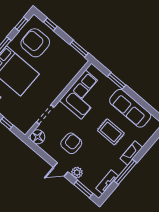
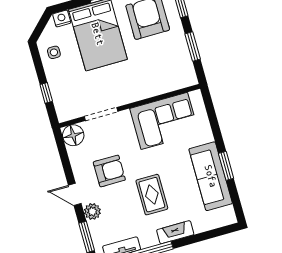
window: (79, 49) -> (193, 47), moved
window: (117, 81) -> (226, 166), moved
rug: (111, 132) -> (152, 195), moved

